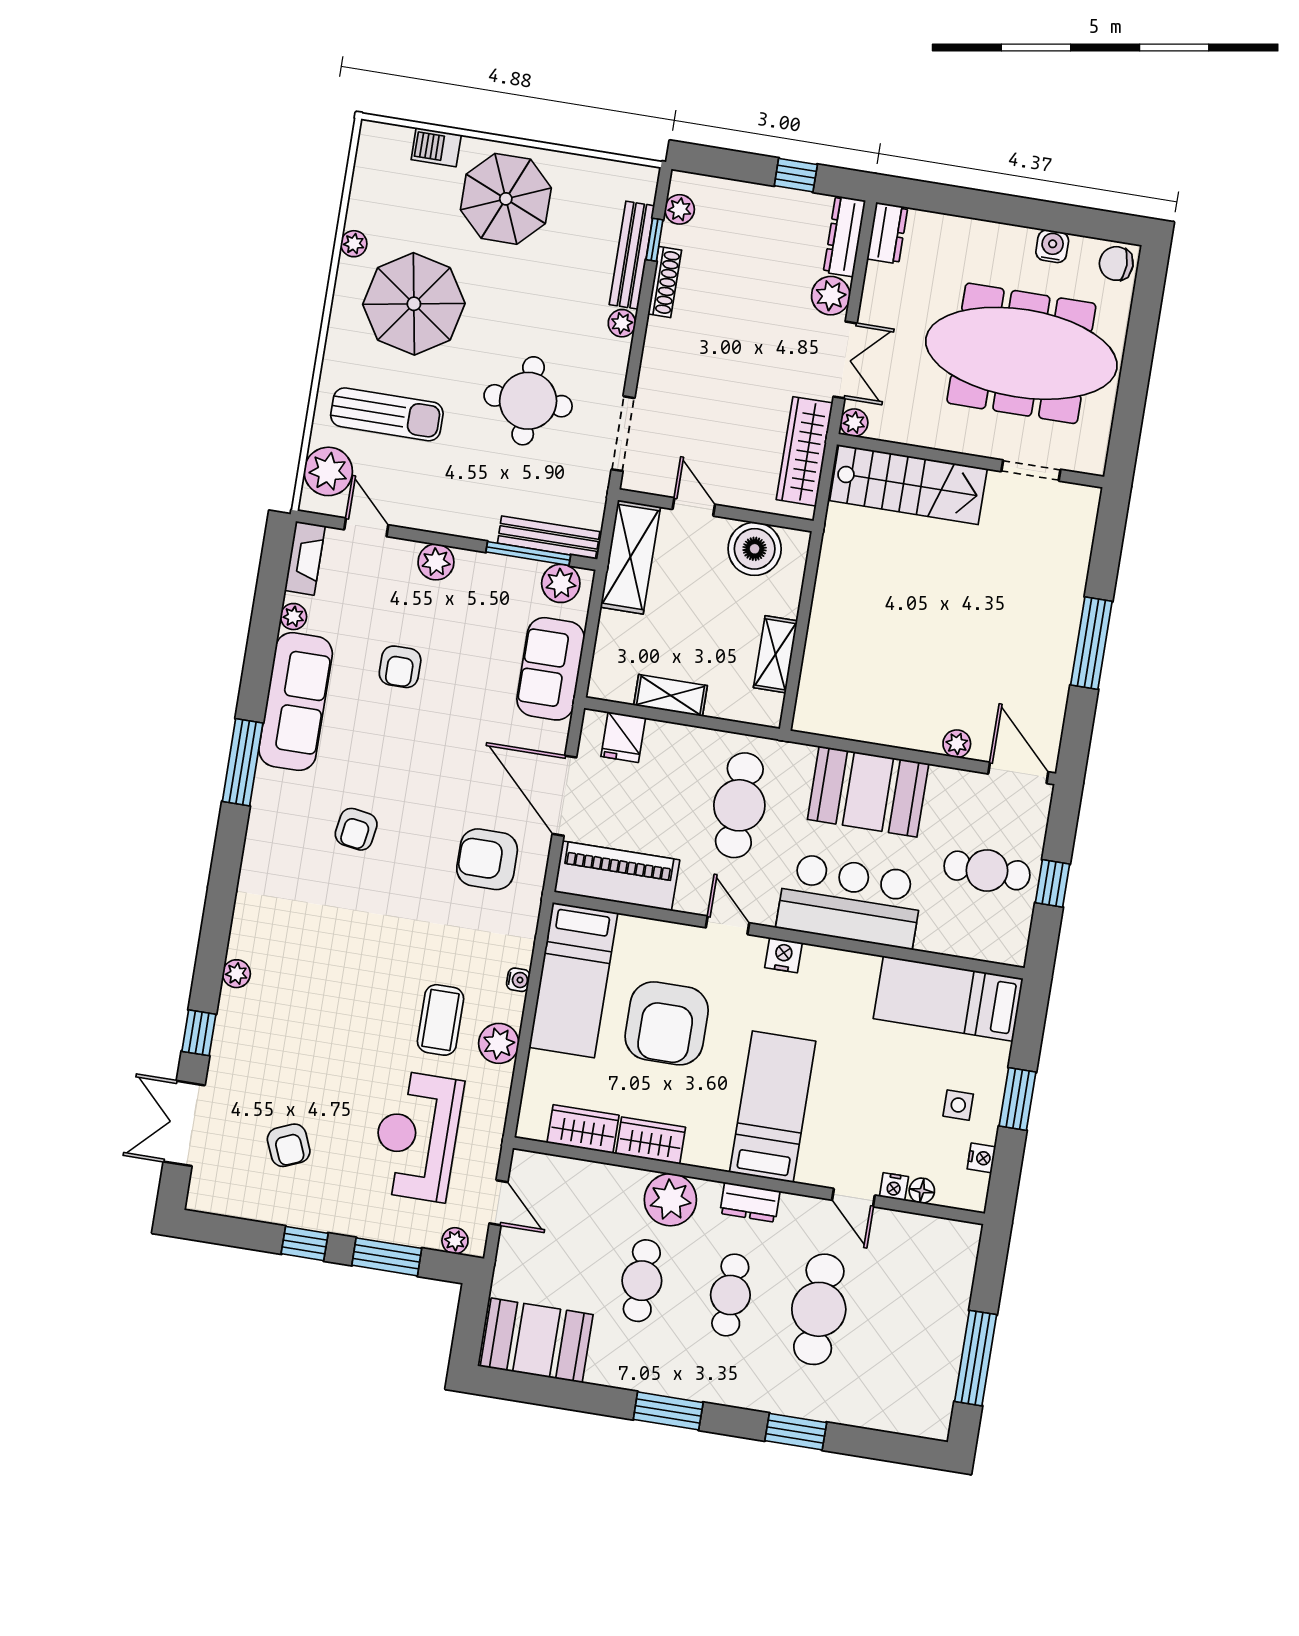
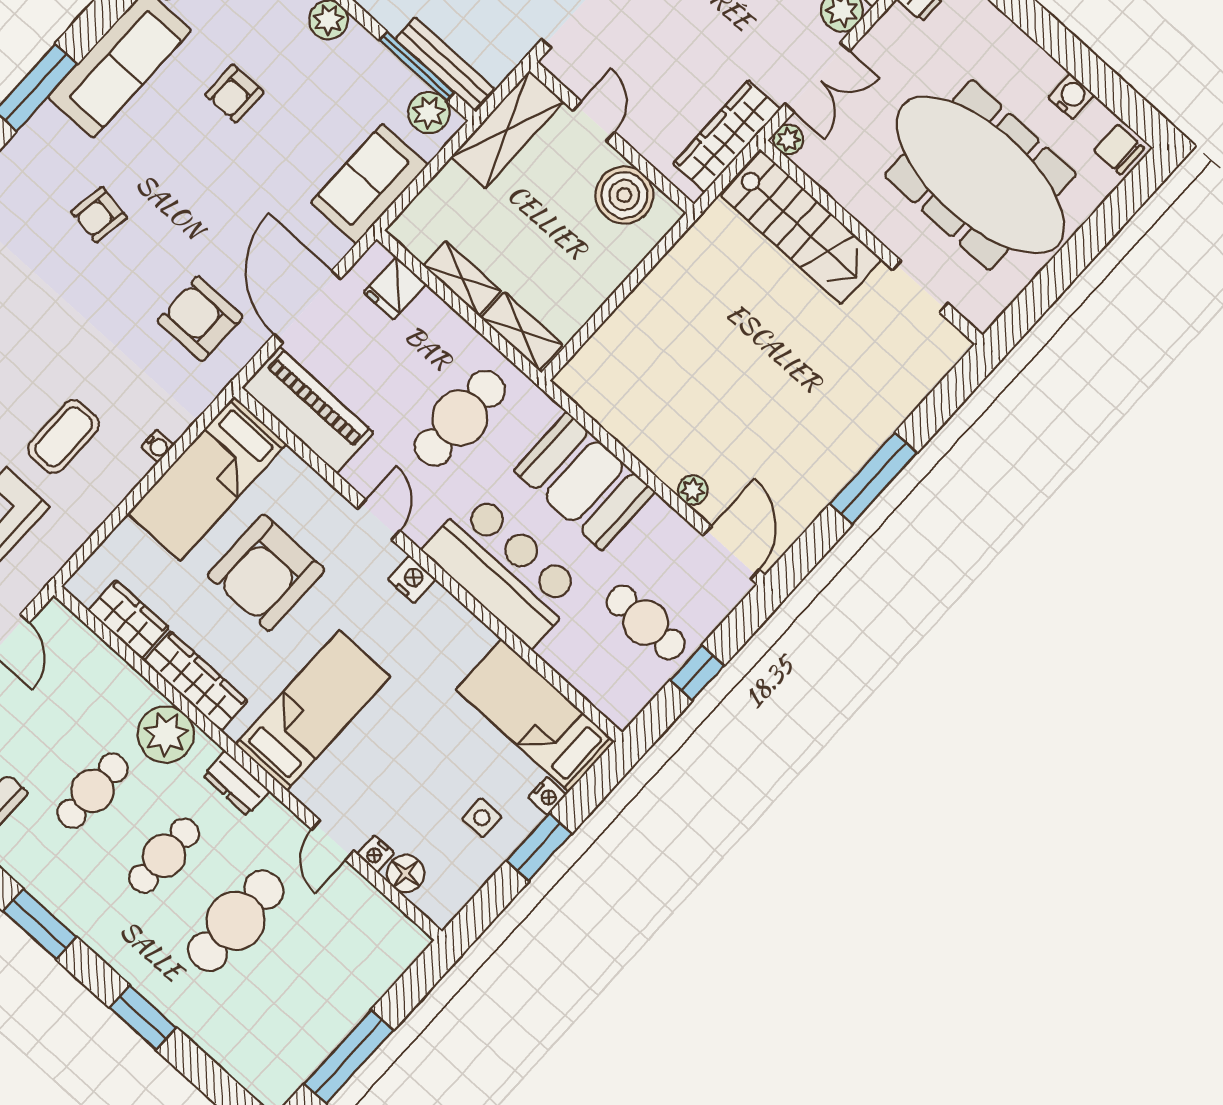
shelving: (775, 654) -> (522, 331), moved, turned 90
plant: (499, 1043) -> (102, 492), removed
wardrobe: (651, 1141) -> (196, 681), width x1.50
nightstand: (981, 1158) -> (547, 796), moved
floor lamp: (922, 1191) -> (406, 874), width x1.37, depth x1.37

